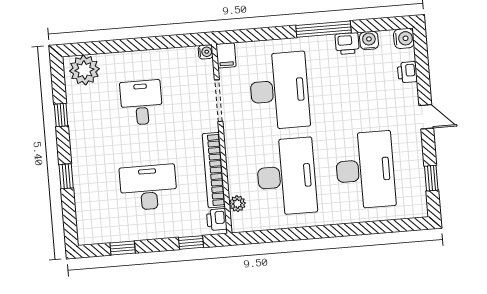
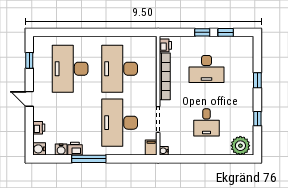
plant: (237, 204) -> (152, 54), removed
window: (191, 242) -> (202, 32), moved

